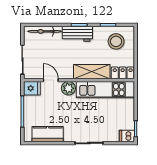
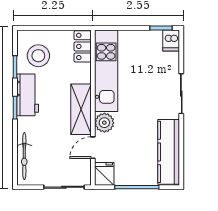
workbench: (77, 34) -> (28, 95), moved
shelving: (92, 72) -> (81, 109), moved
kitchen counter: (48, 134) -> (169, 152), width x1.50

